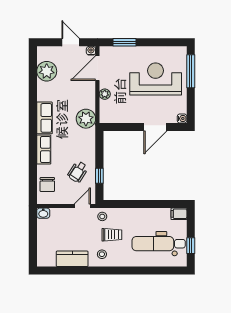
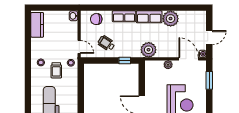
plant: (47, 71) -> (171, 19), moved
window: (99, 176) -> (125, 60), moved
kitchen counter: (72, 259) -> (37, 25), moved

